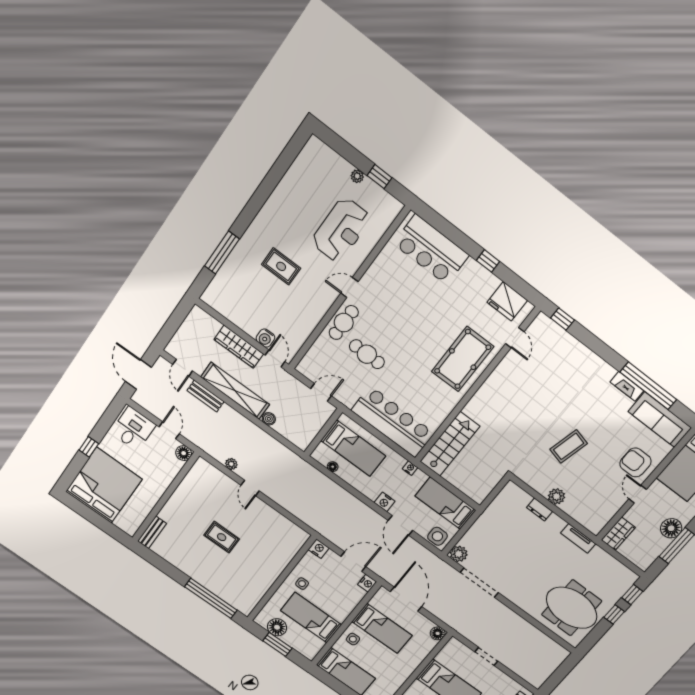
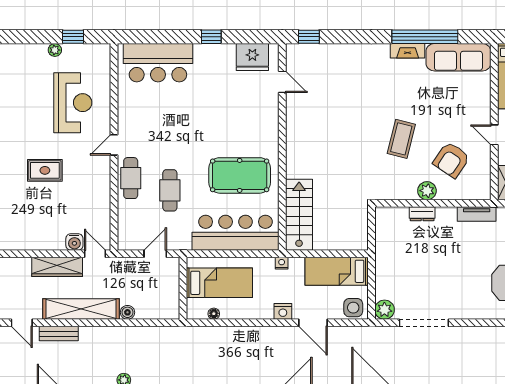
cafe table: (367, 354) -> (170, 190), turned 90
pool table: (463, 359) -> (240, 175), moved, turned 90
armchair: (635, 462) -> (451, 160), moved, turned -56

